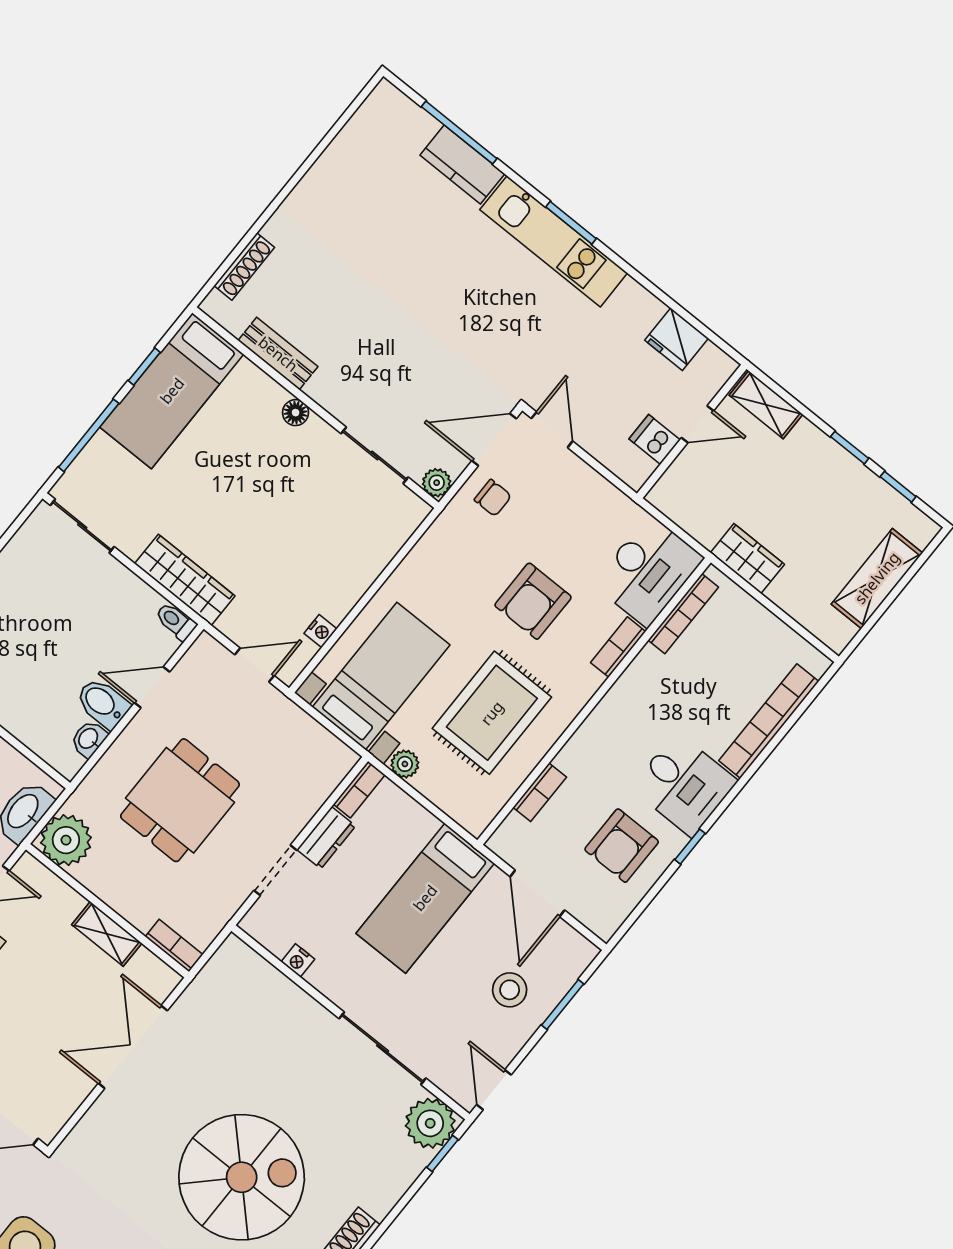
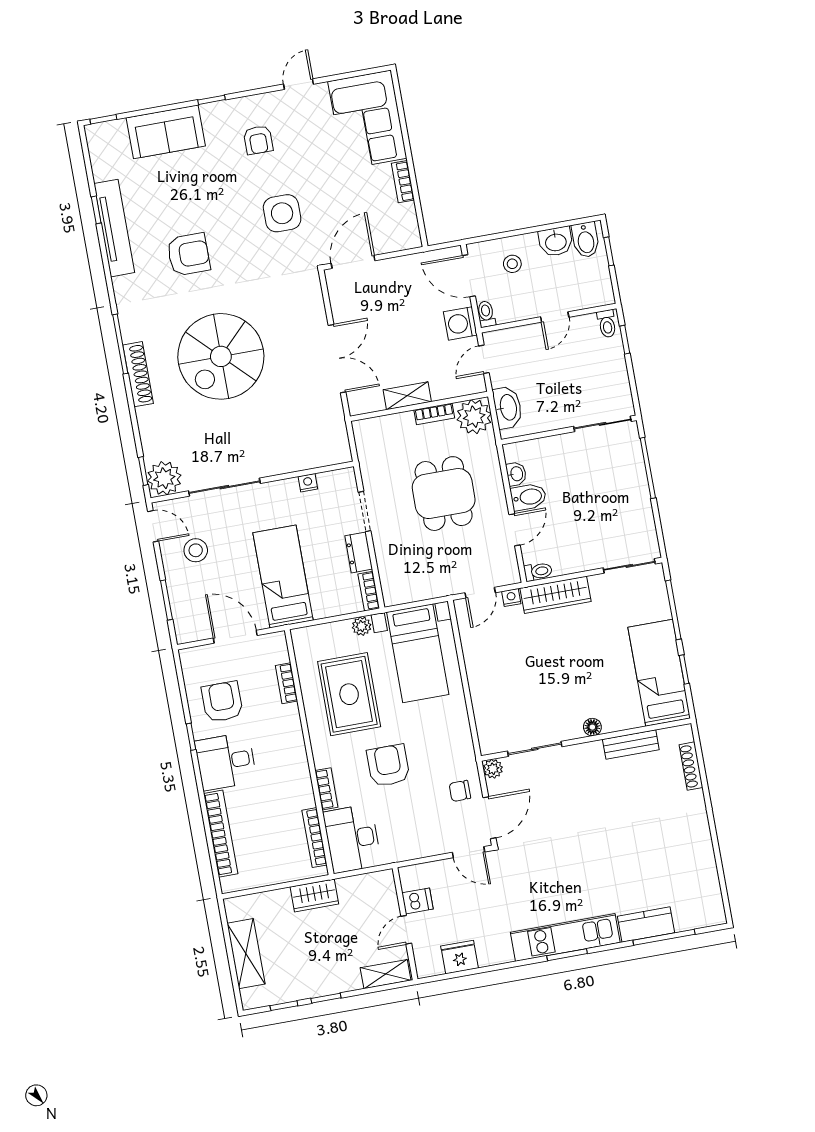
nightstand: (320, 631) -> (511, 597), moved, turned 90
bookcase: (174, 946) -> (434, 414), moved
stool: (510, 990) -> (196, 550), moved

